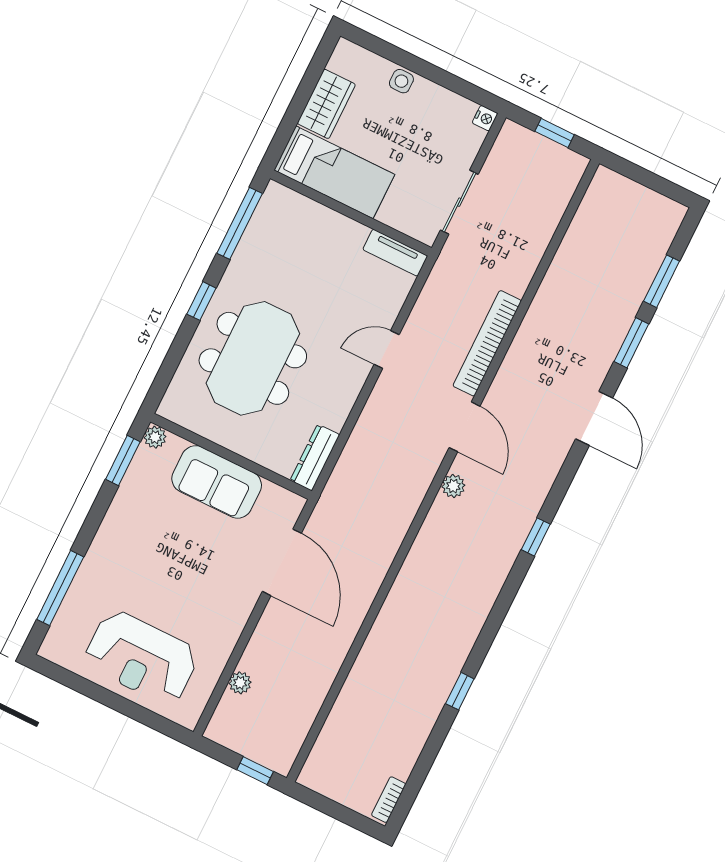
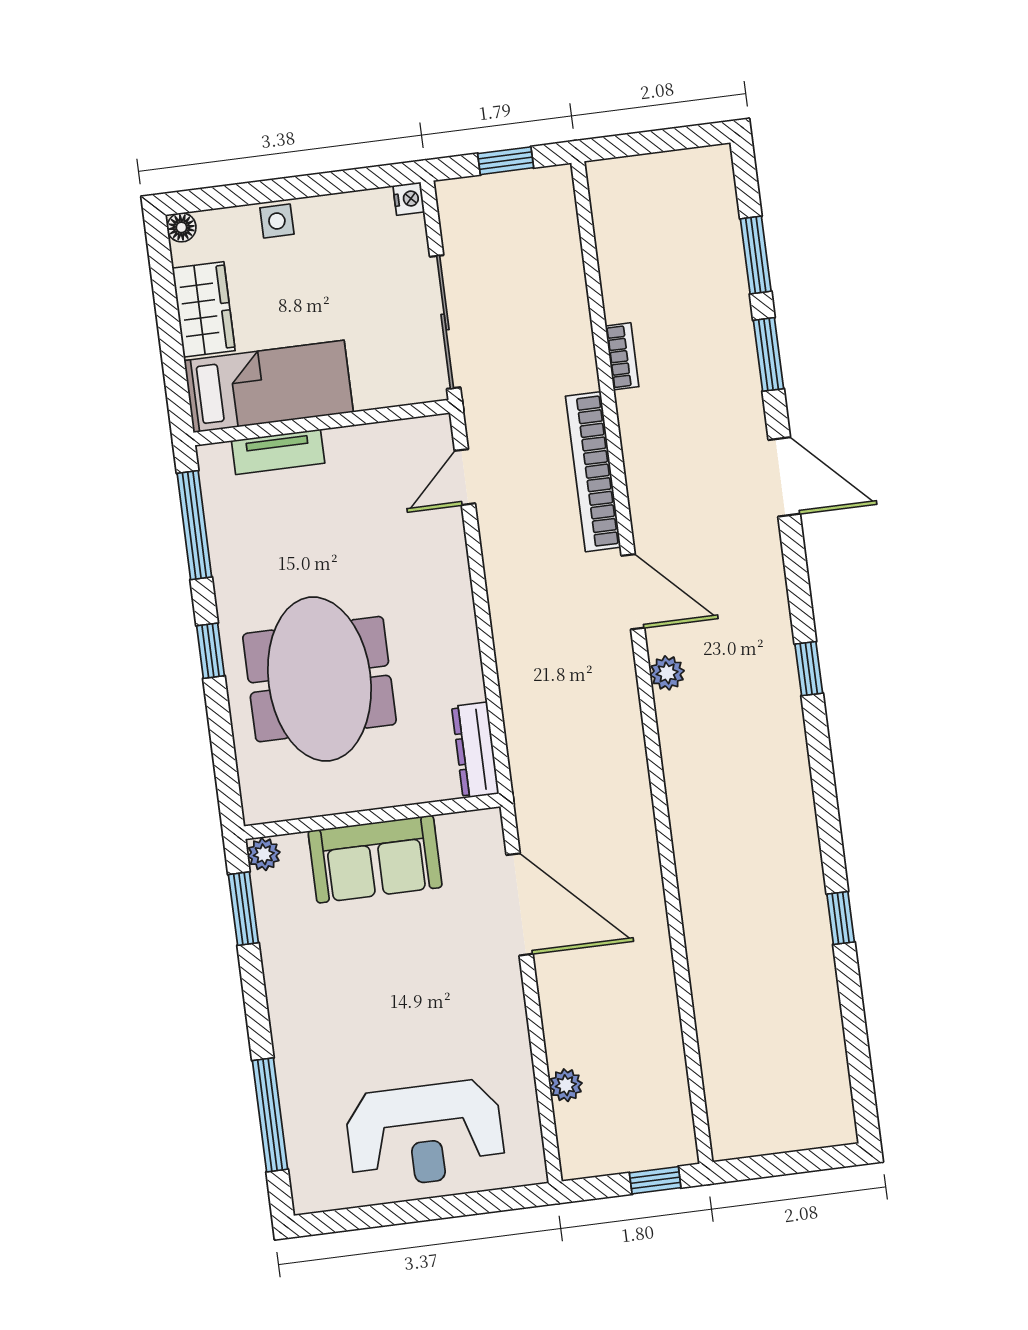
floor lamp: (345, 49) -> (181, 227), added
sliding door: (459, 202) -> (445, 322), width x1.37
tv unit: (395, 253) -> (278, 452), moved
door: (387, 350) -> (465, 477), moved
bookcase: (389, 800) -> (622, 356), moved, turned 180

